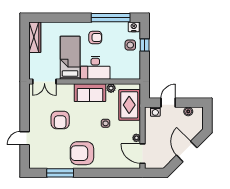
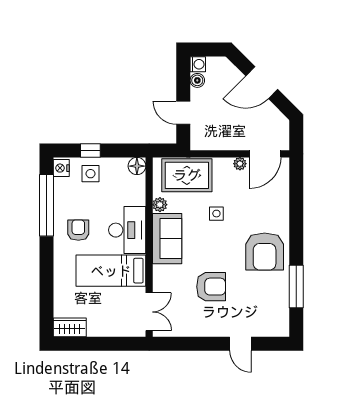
wardrobe: (35, 37) -> (70, 327), width x0.67
floor lamp: (135, 74) -> (137, 166), added
washing machine: (155, 112) -> (198, 64), moved

